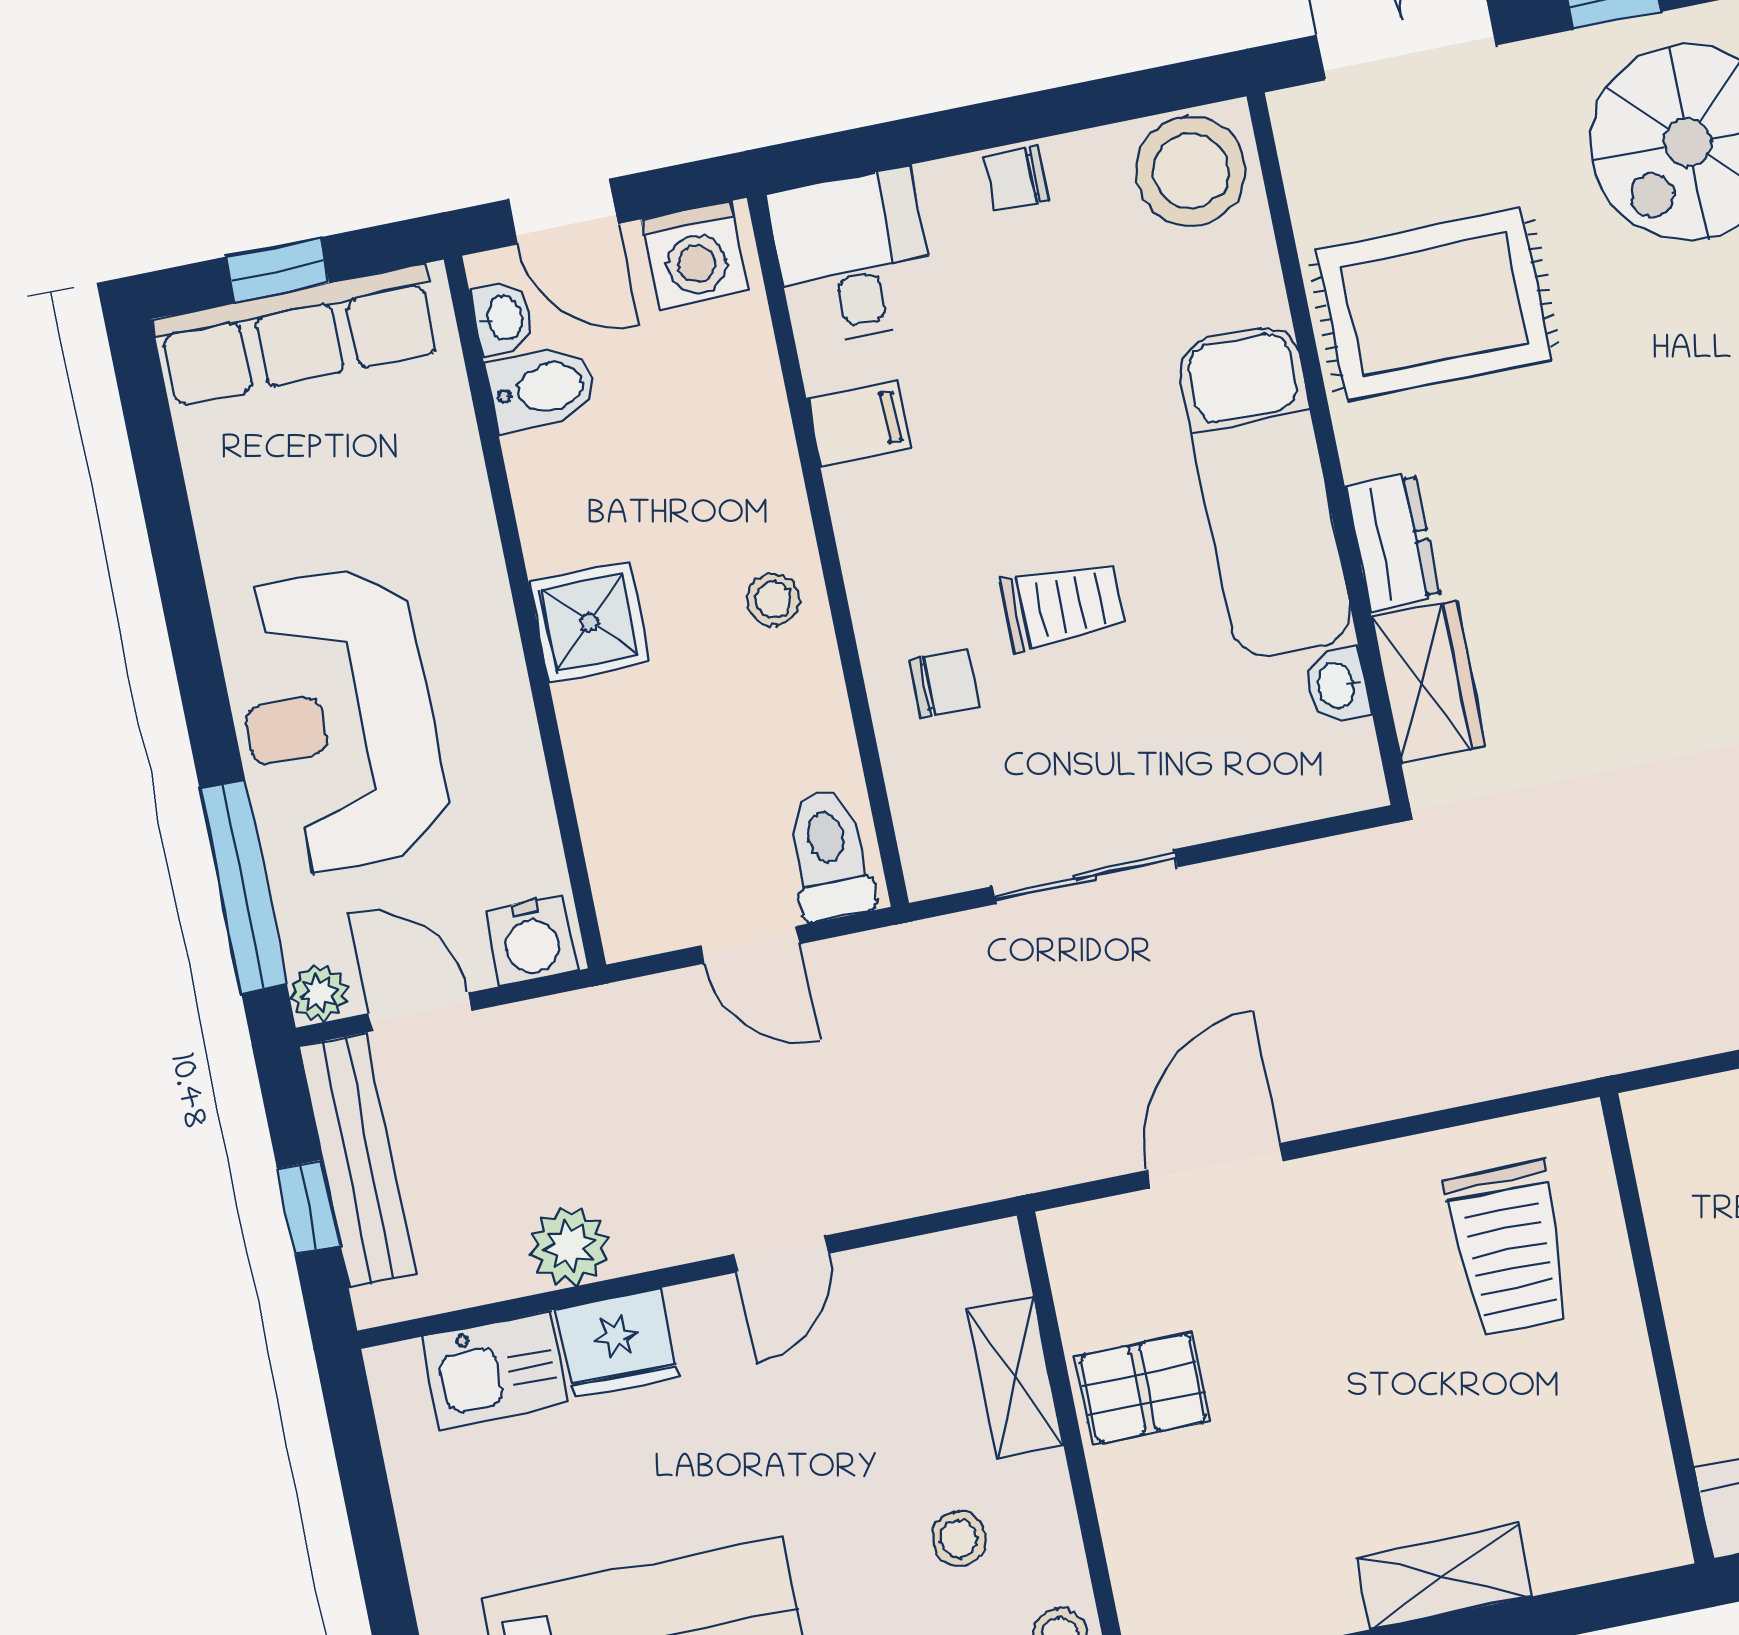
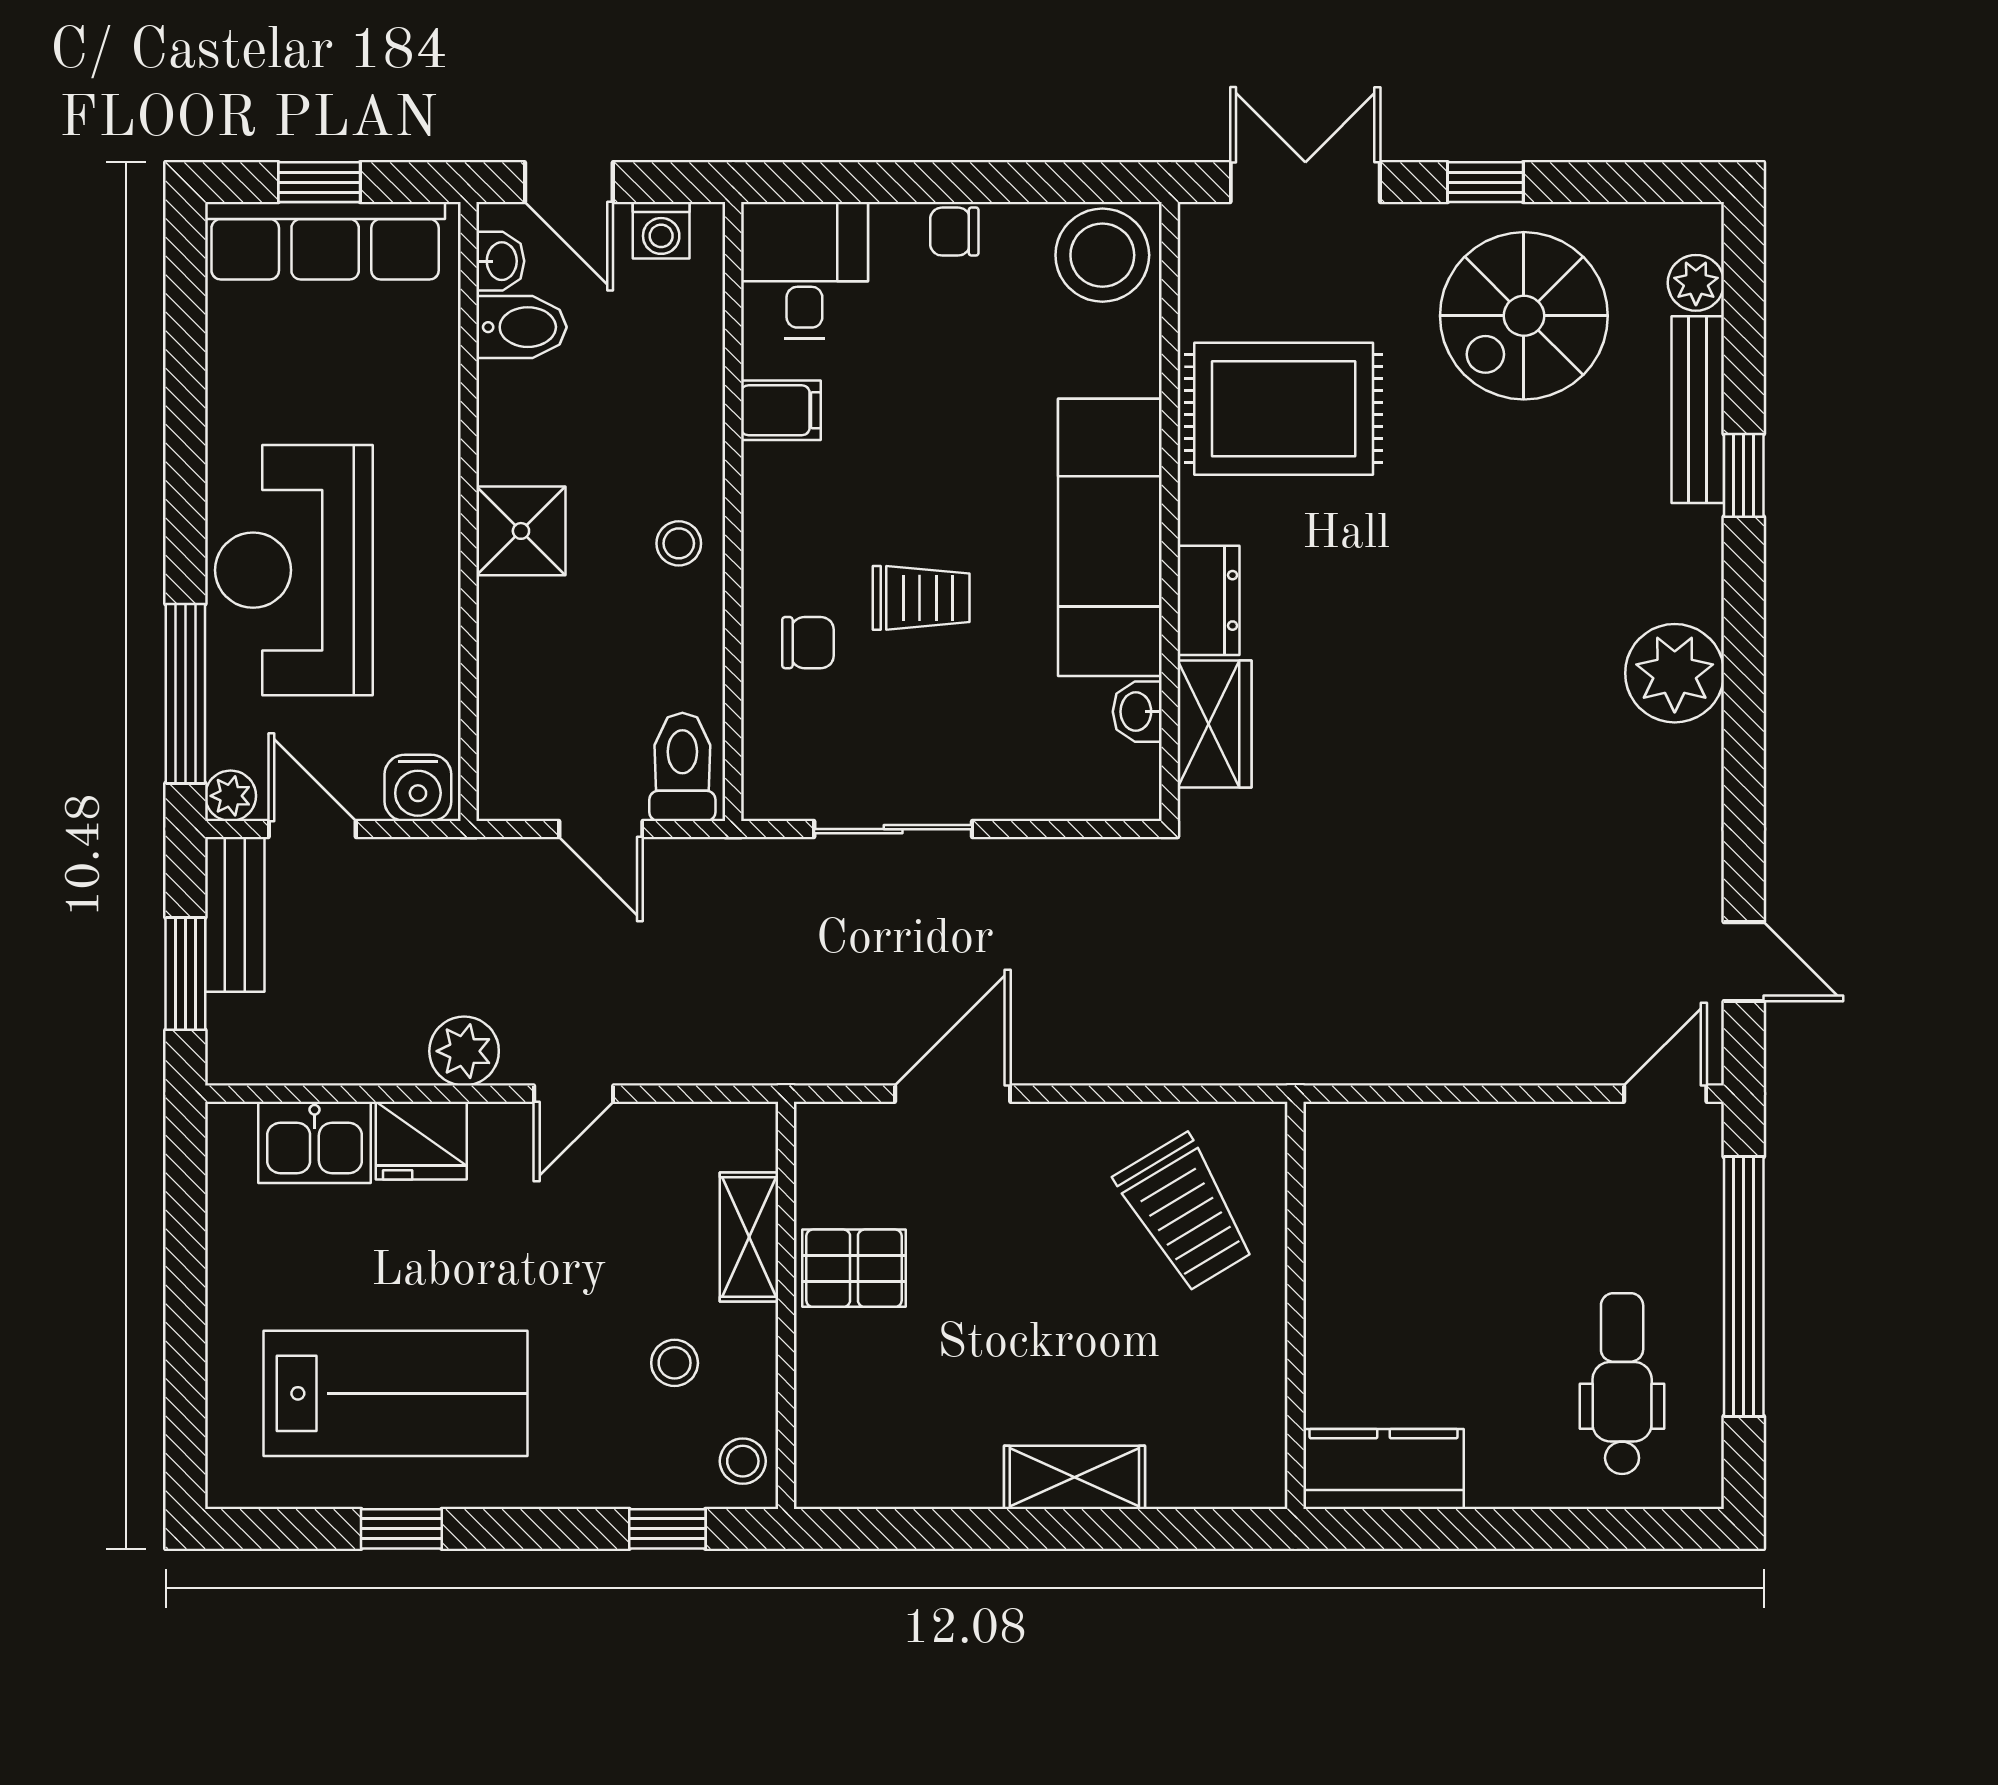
washing machine: (695, 255) -> (661, 230), width x0.73, depth x0.73
bench: (358, 1160) -> (235, 914), width x0.73
window: (308, 1207) -> (185, 974), width x1.50
plant: (569, 1246) -> (464, 1051), moved
trolley: (1509, 1248) -> (1185, 1213), turned -31

